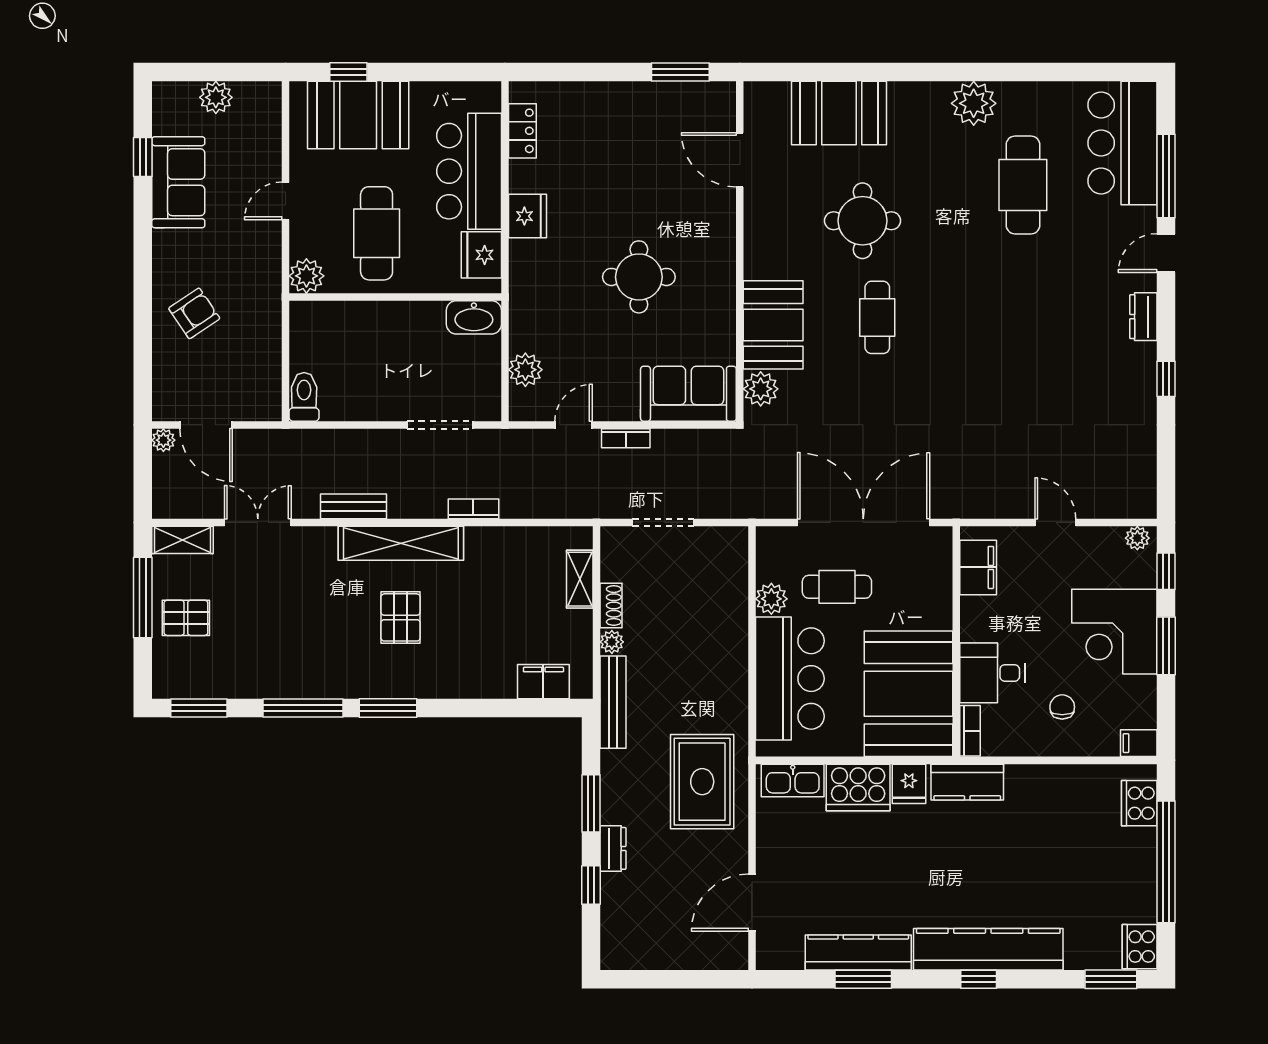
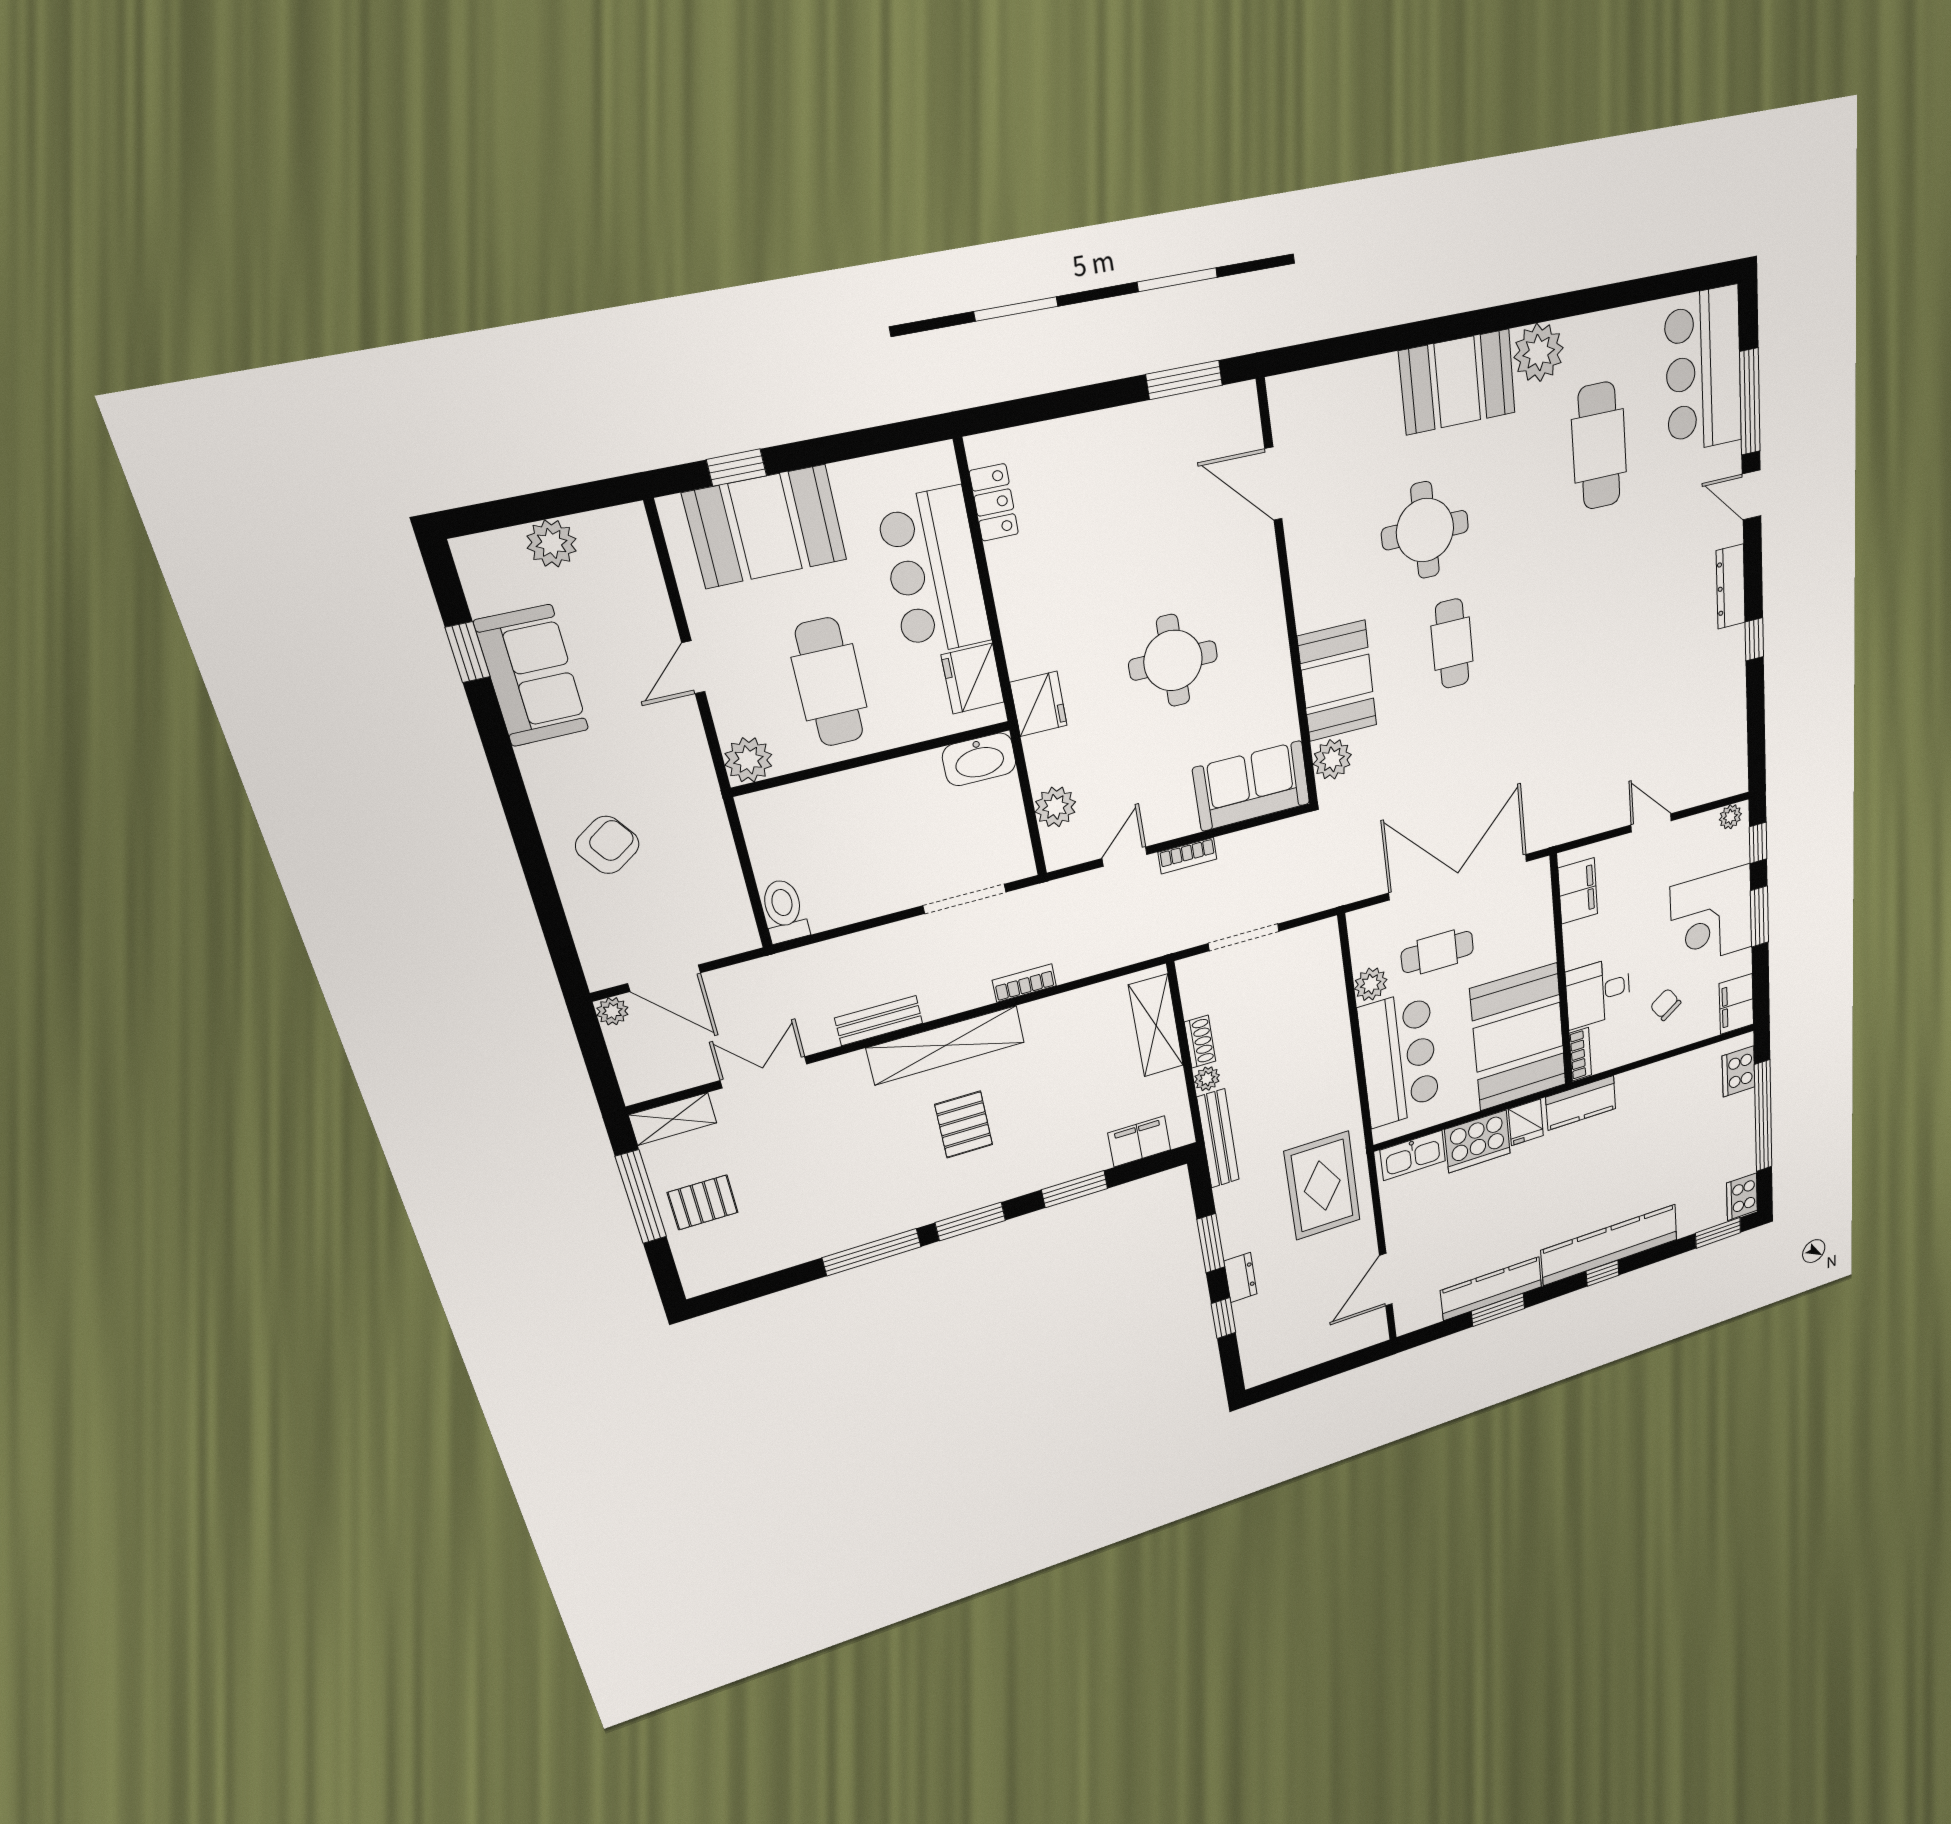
booth: (839, 113) -> (1457, 382), moved
fridge: (527, 216) -> (1039, 704), moved
door: (1166, 253) -> (1752, 495), hinge flipped
dresser: (1143, 317) -> (1731, 587), width x1.44
shelving: (580, 579) -> (1156, 1026), width x1.50, depth x1.33
chair: (1062, 707) -> (1666, 1005), turned -35
window: (199, 708) -> (1075, 1189), moved
filing cabinet: (1139, 743) -> (1736, 1004), width x2.00

